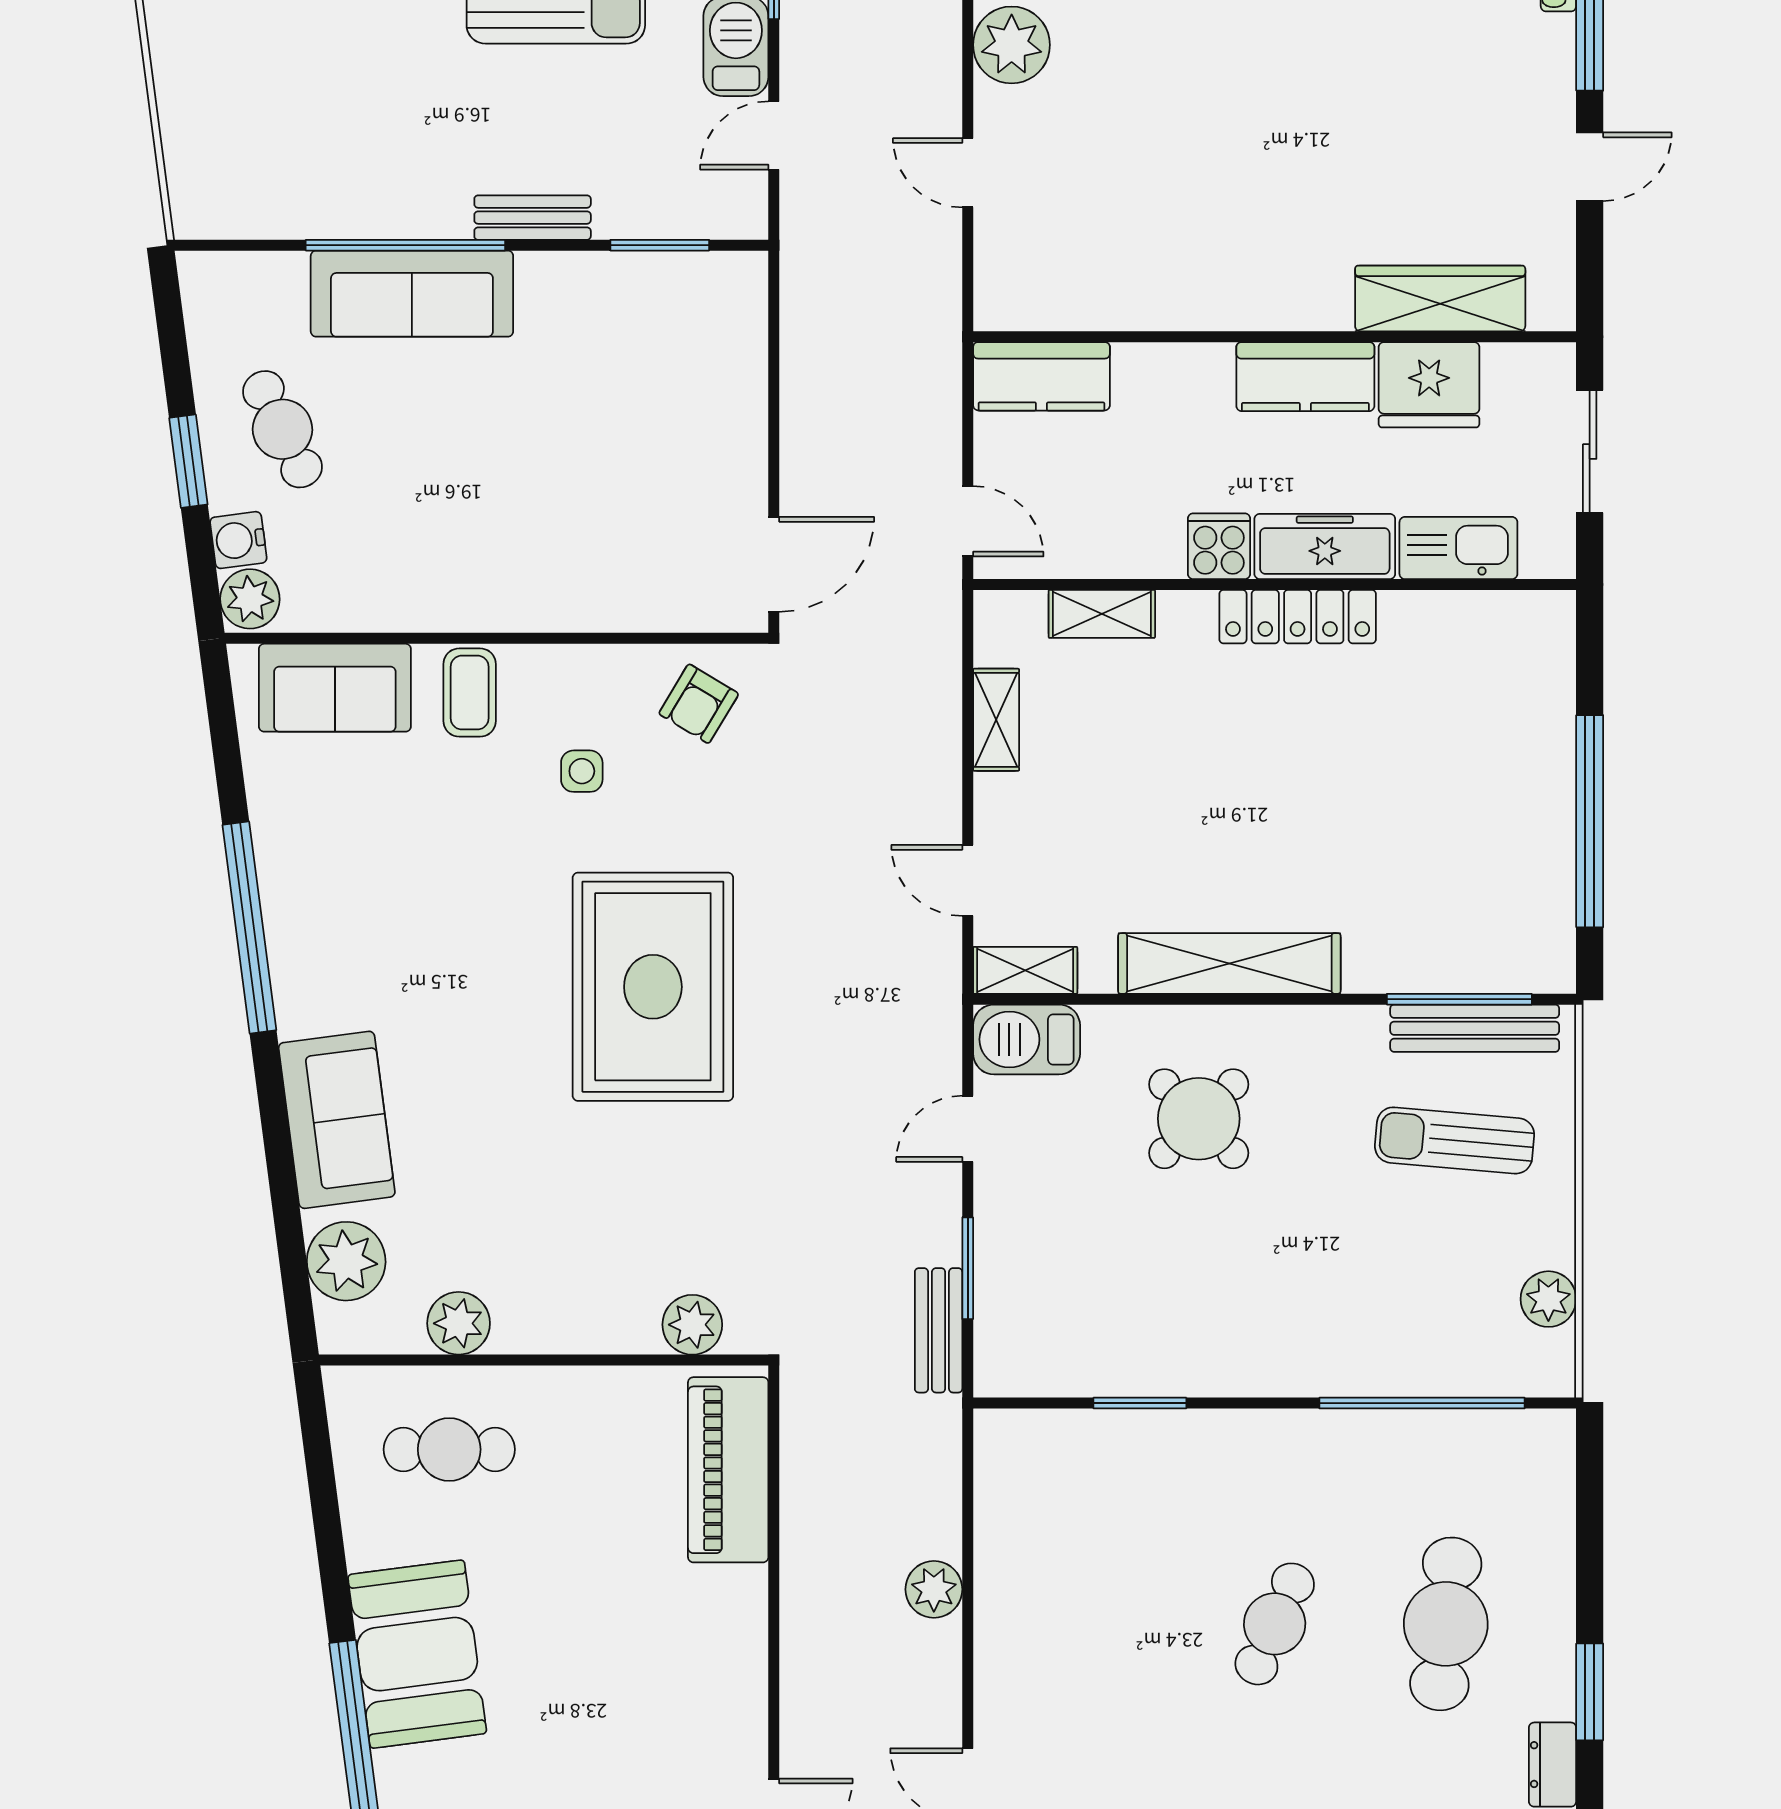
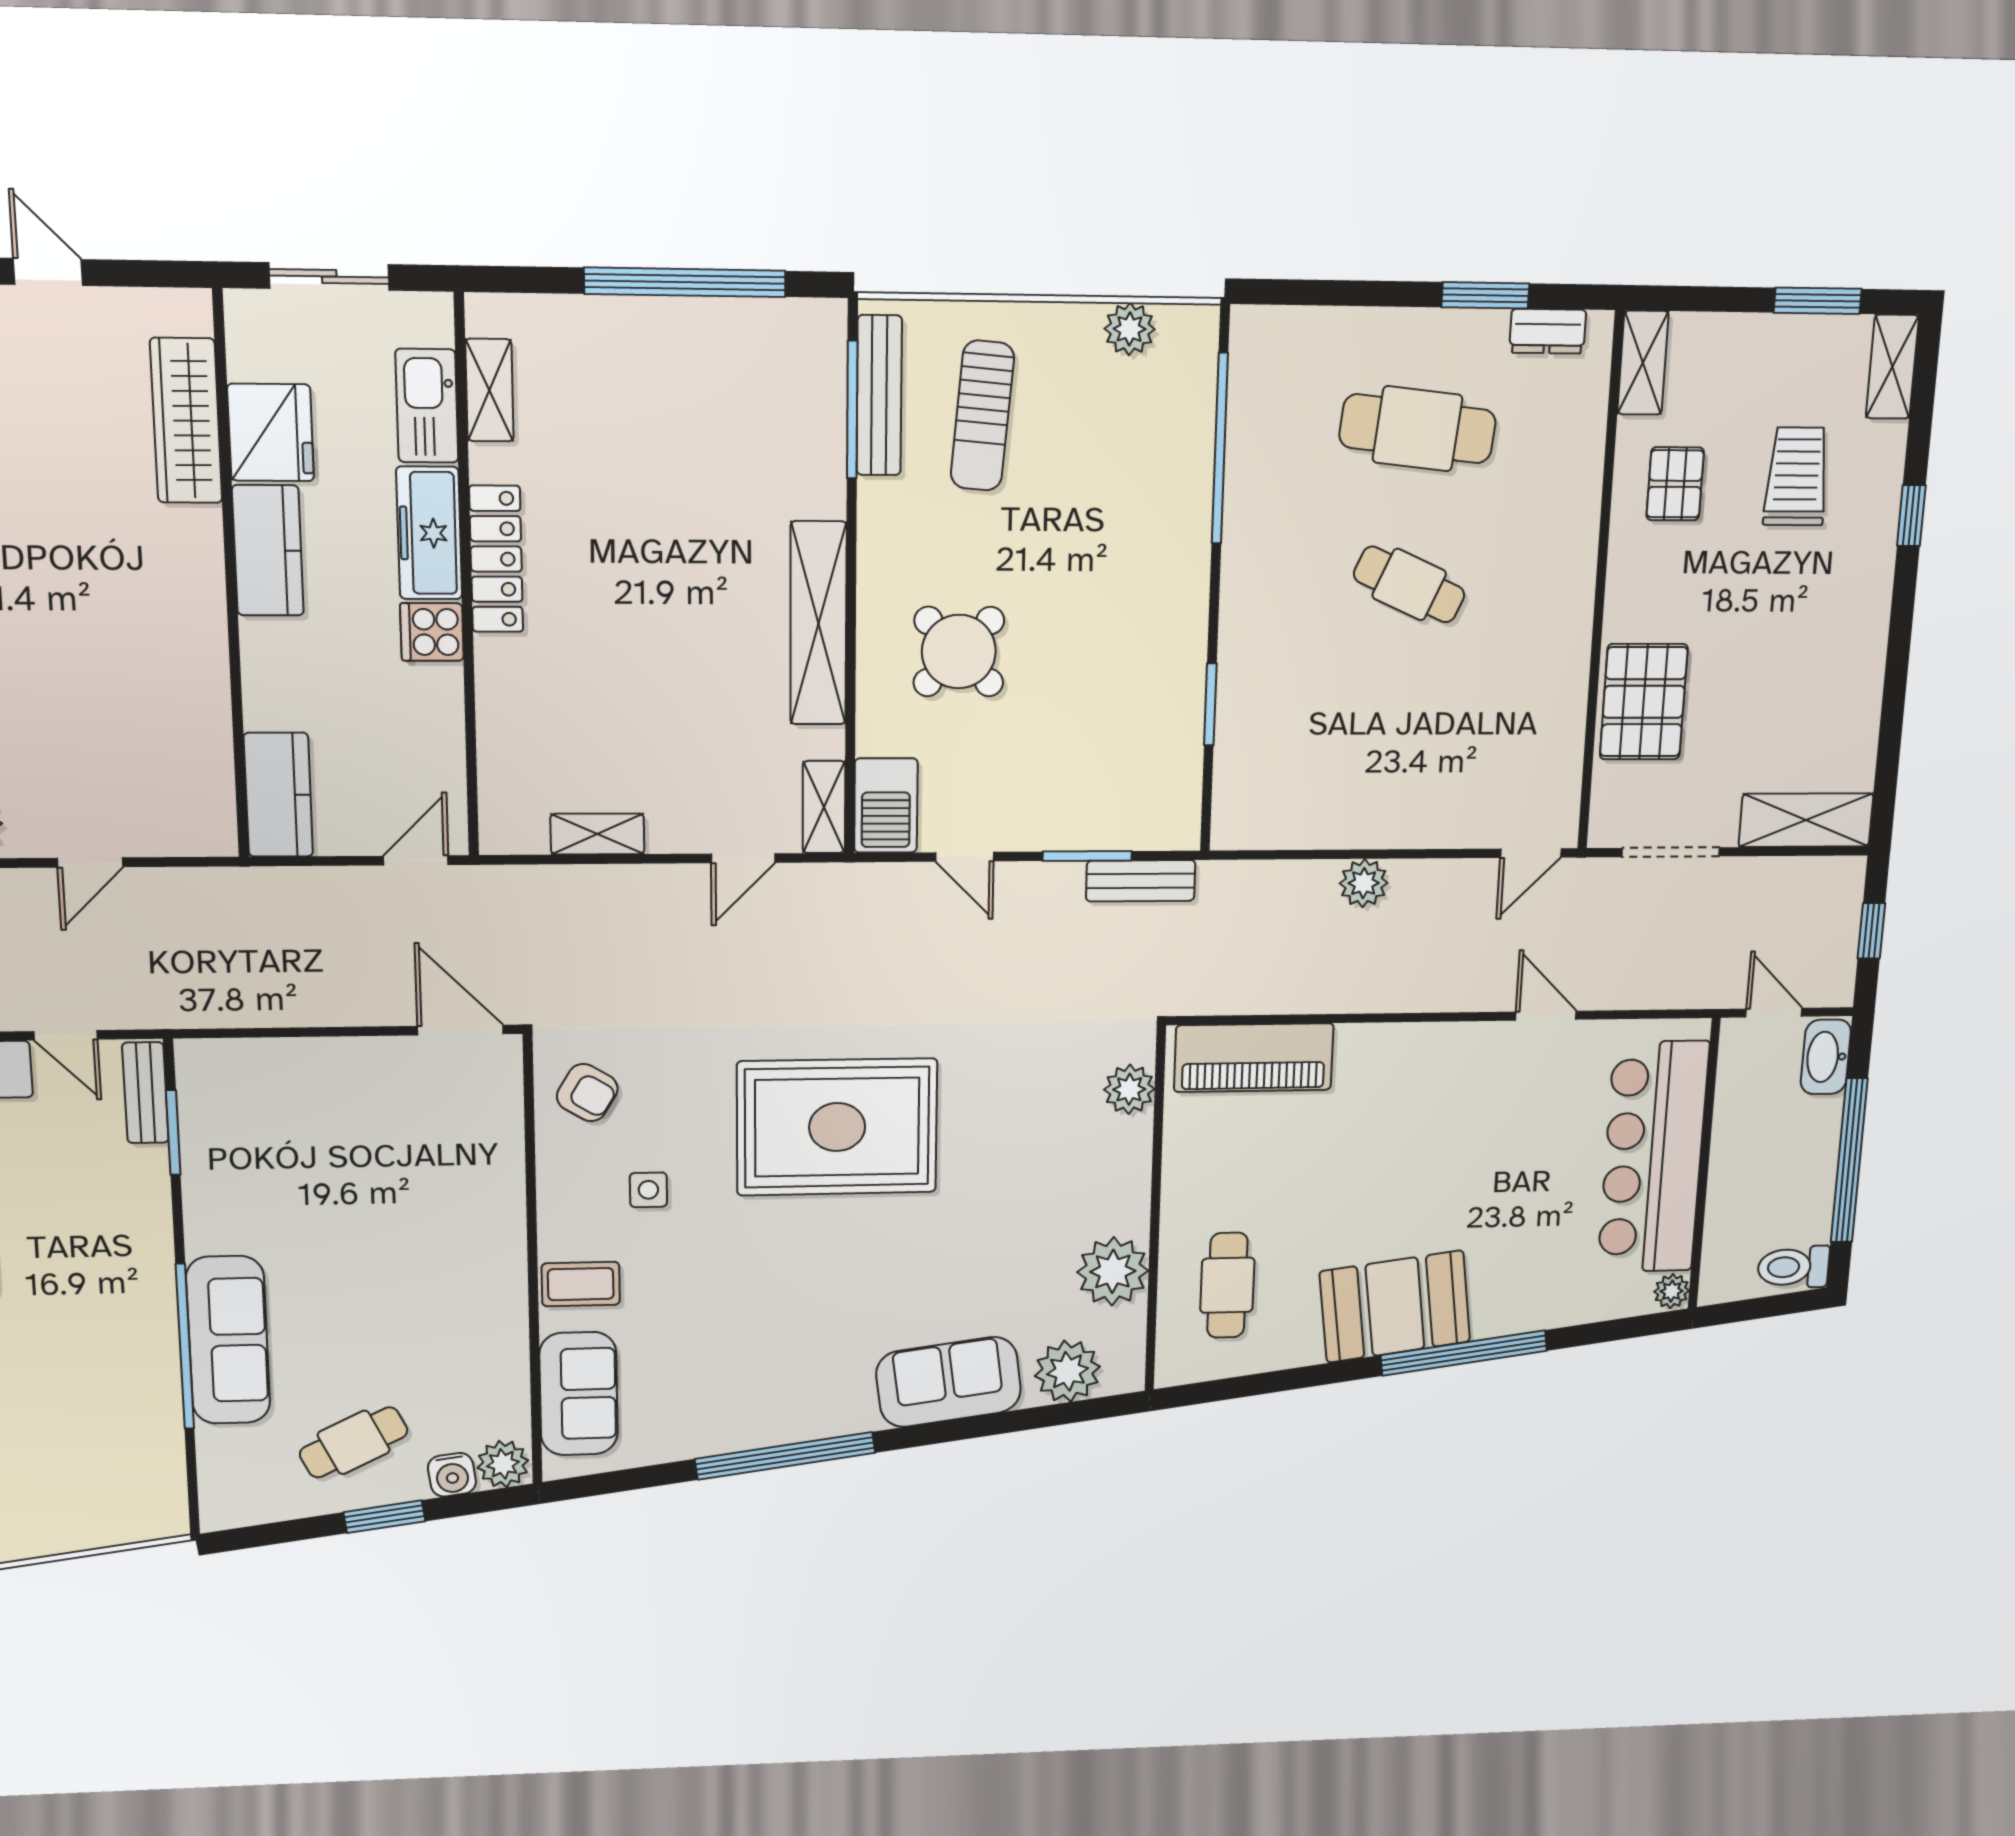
bench: (533, 218) -> (145, 1093), moved
shelving: (1102, 614) -> (489, 390), moved
plant: (459, 1323) -> (1113, 1271), width x1.36, depth x1.36

